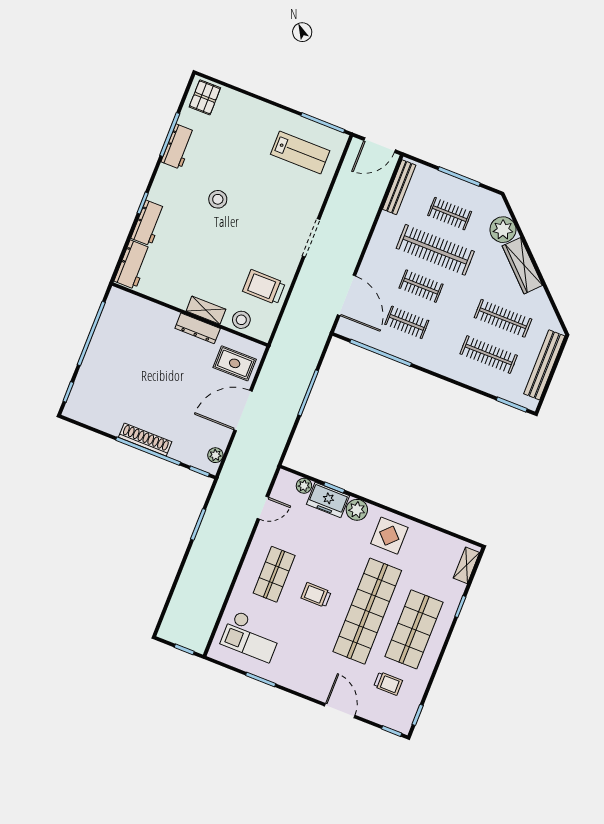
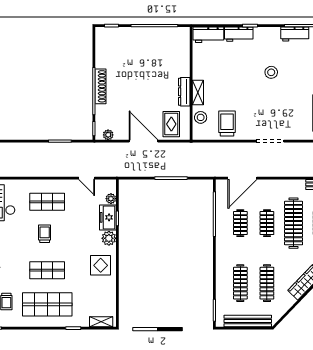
shop shelf: (367, 611) -> (47, 270), width x0.50, depth x0.74

